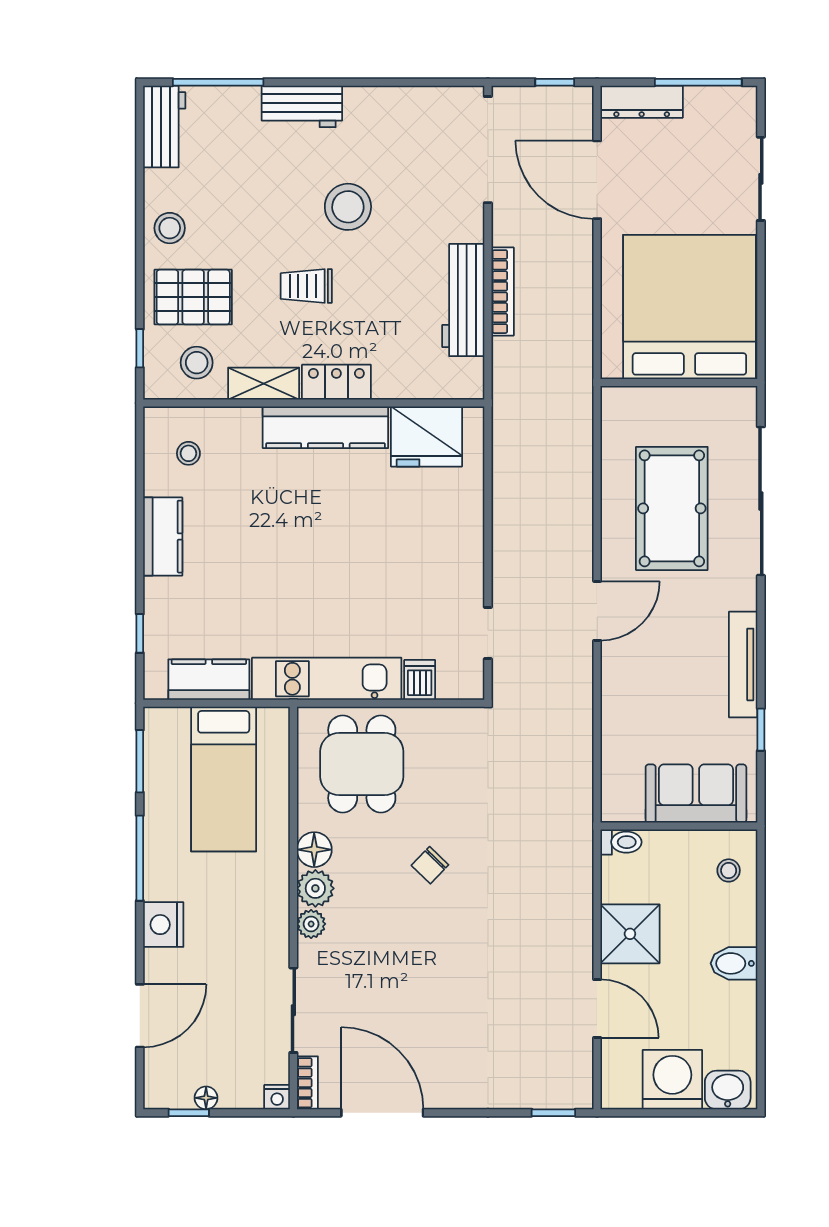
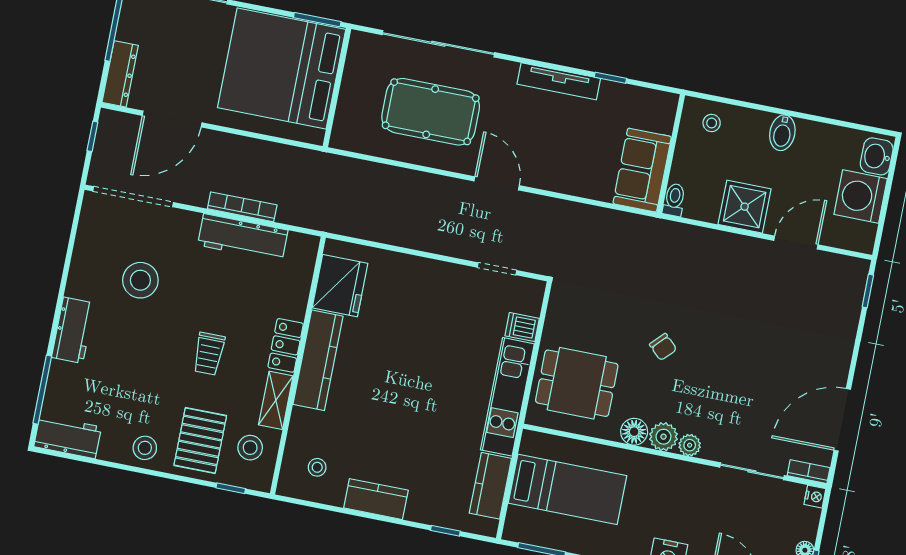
stool: (348, 207) -> (140, 280), moved
window: (761, 340) -> (317, 20), added
sofa: (696, 794) -> (642, 170), moved

